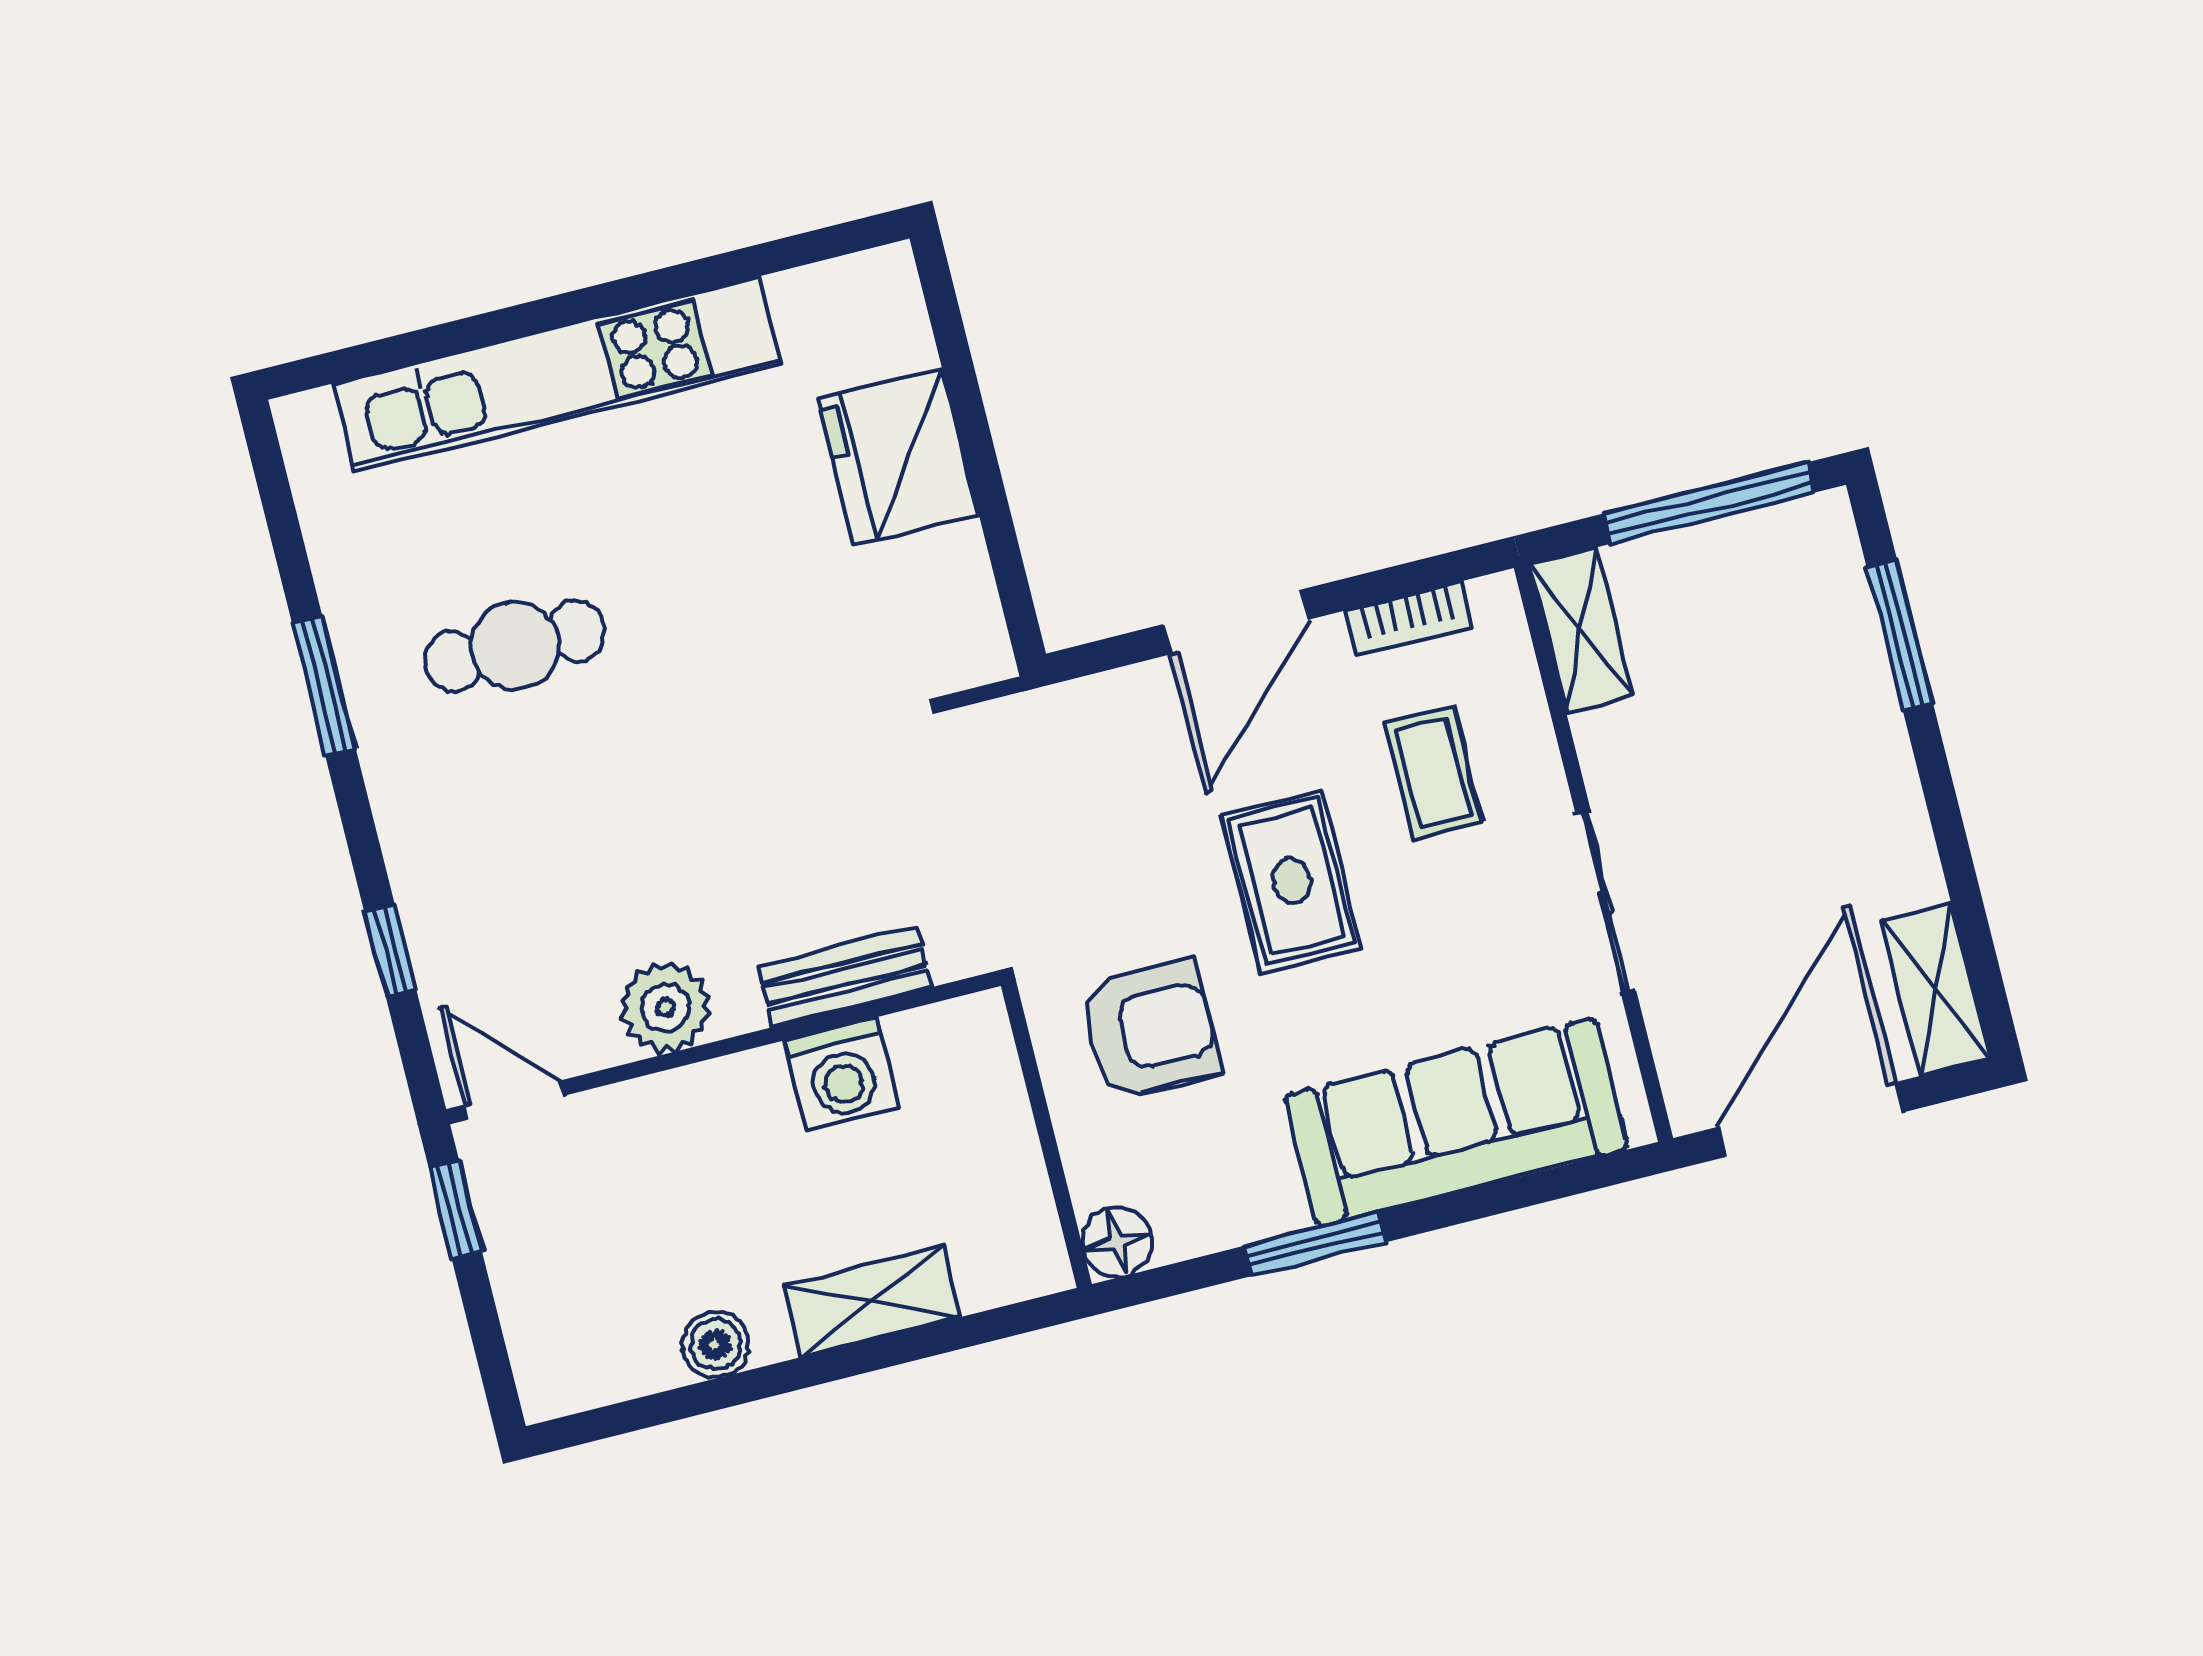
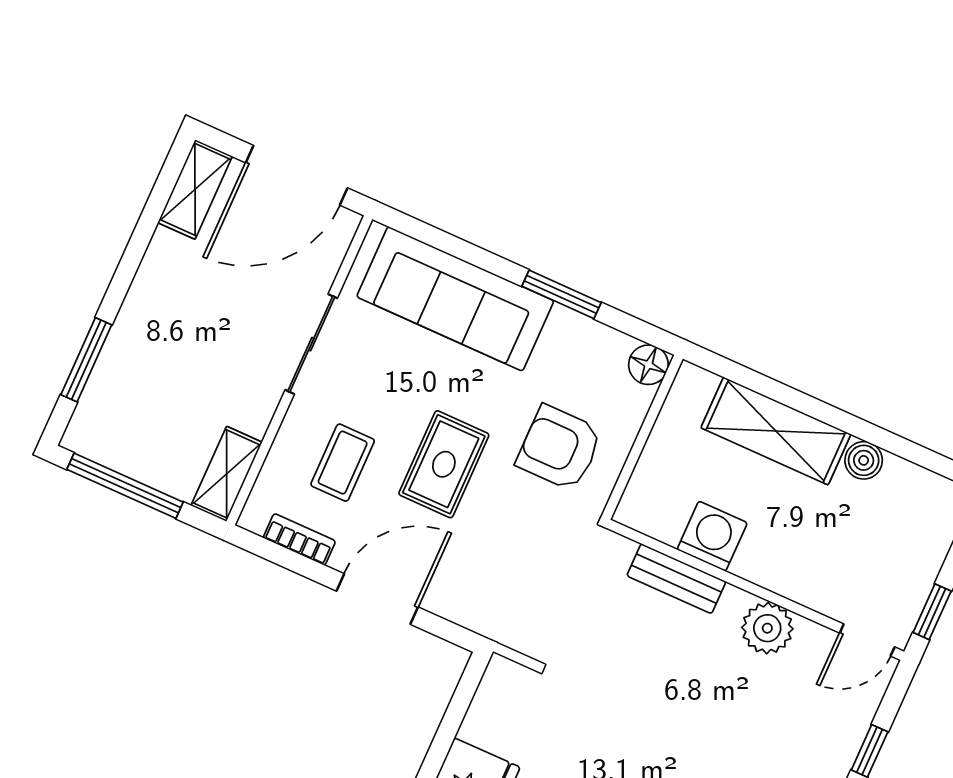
door: (514, 1100) -> (867, 640), hinge flipped
shelving: (872, 1301) -> (776, 431), width x1.50, depth x1.33

